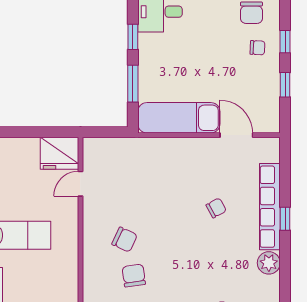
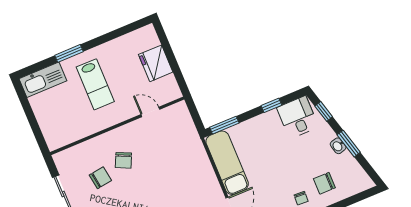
window: (133, 84) -> (224, 125), moved
fridge: (59, 153) -> (156, 63), moved

